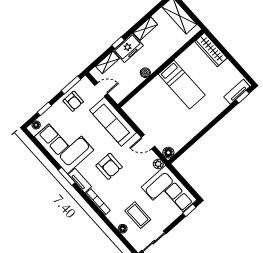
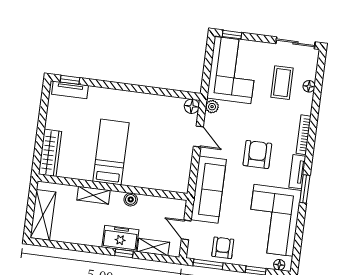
shelving: (145, 29) -> (93, 195), moved

